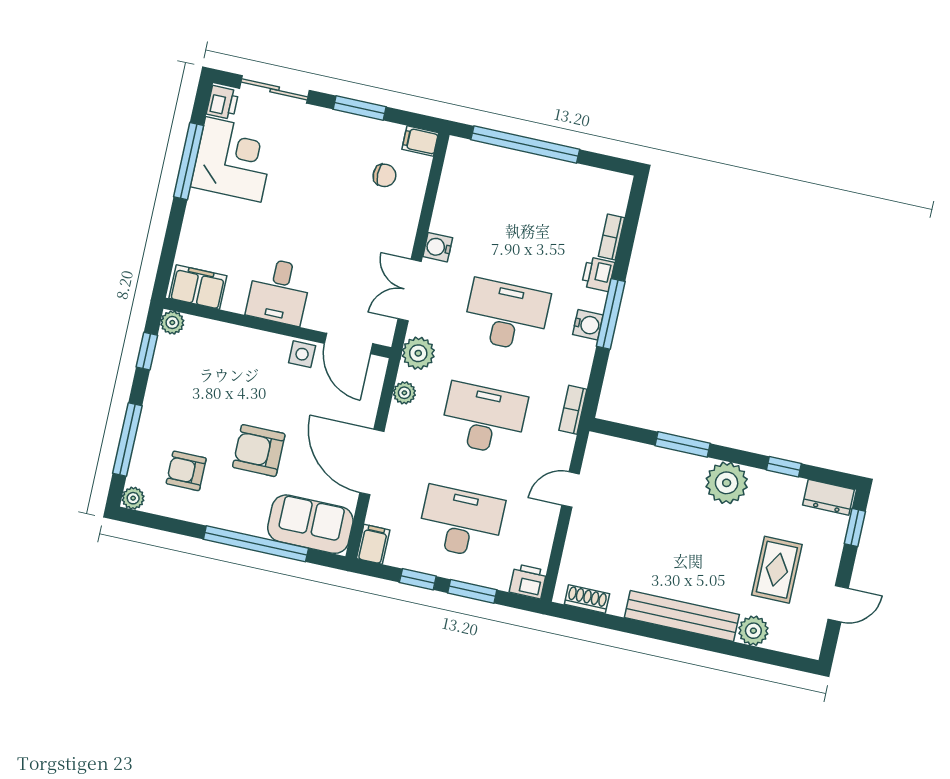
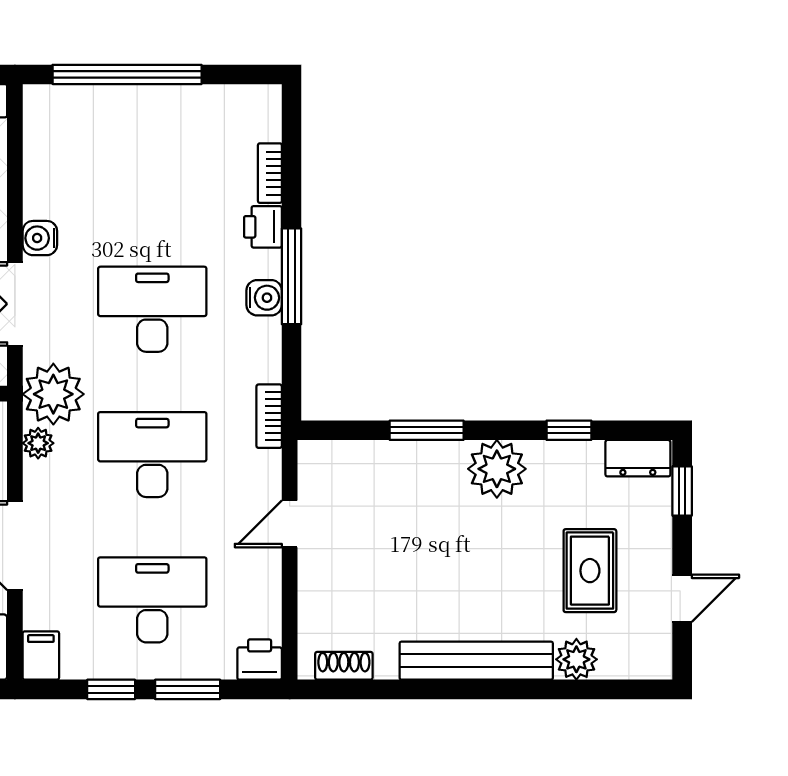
plant: (418, 353) -> (53, 394), width x1.36, depth x1.36

